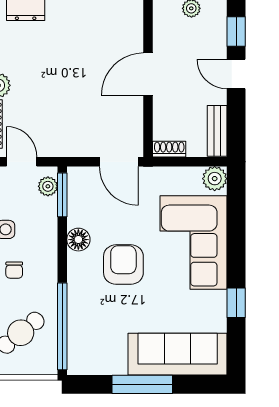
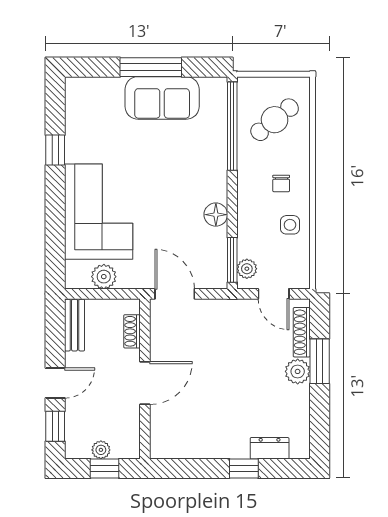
door: (236, 74) -> (55, 383), hinge flipped
shoe rack: (169, 149) -> (132, 331), moved, turned 90
plant: (215, 179) -> (104, 277), moved
armchair: (123, 265) -> (170, 189), removed
chair: (14, 270) -> (281, 183), turned 180
sofa: (178, 354) -> (162, 98), moved, width x0.73

